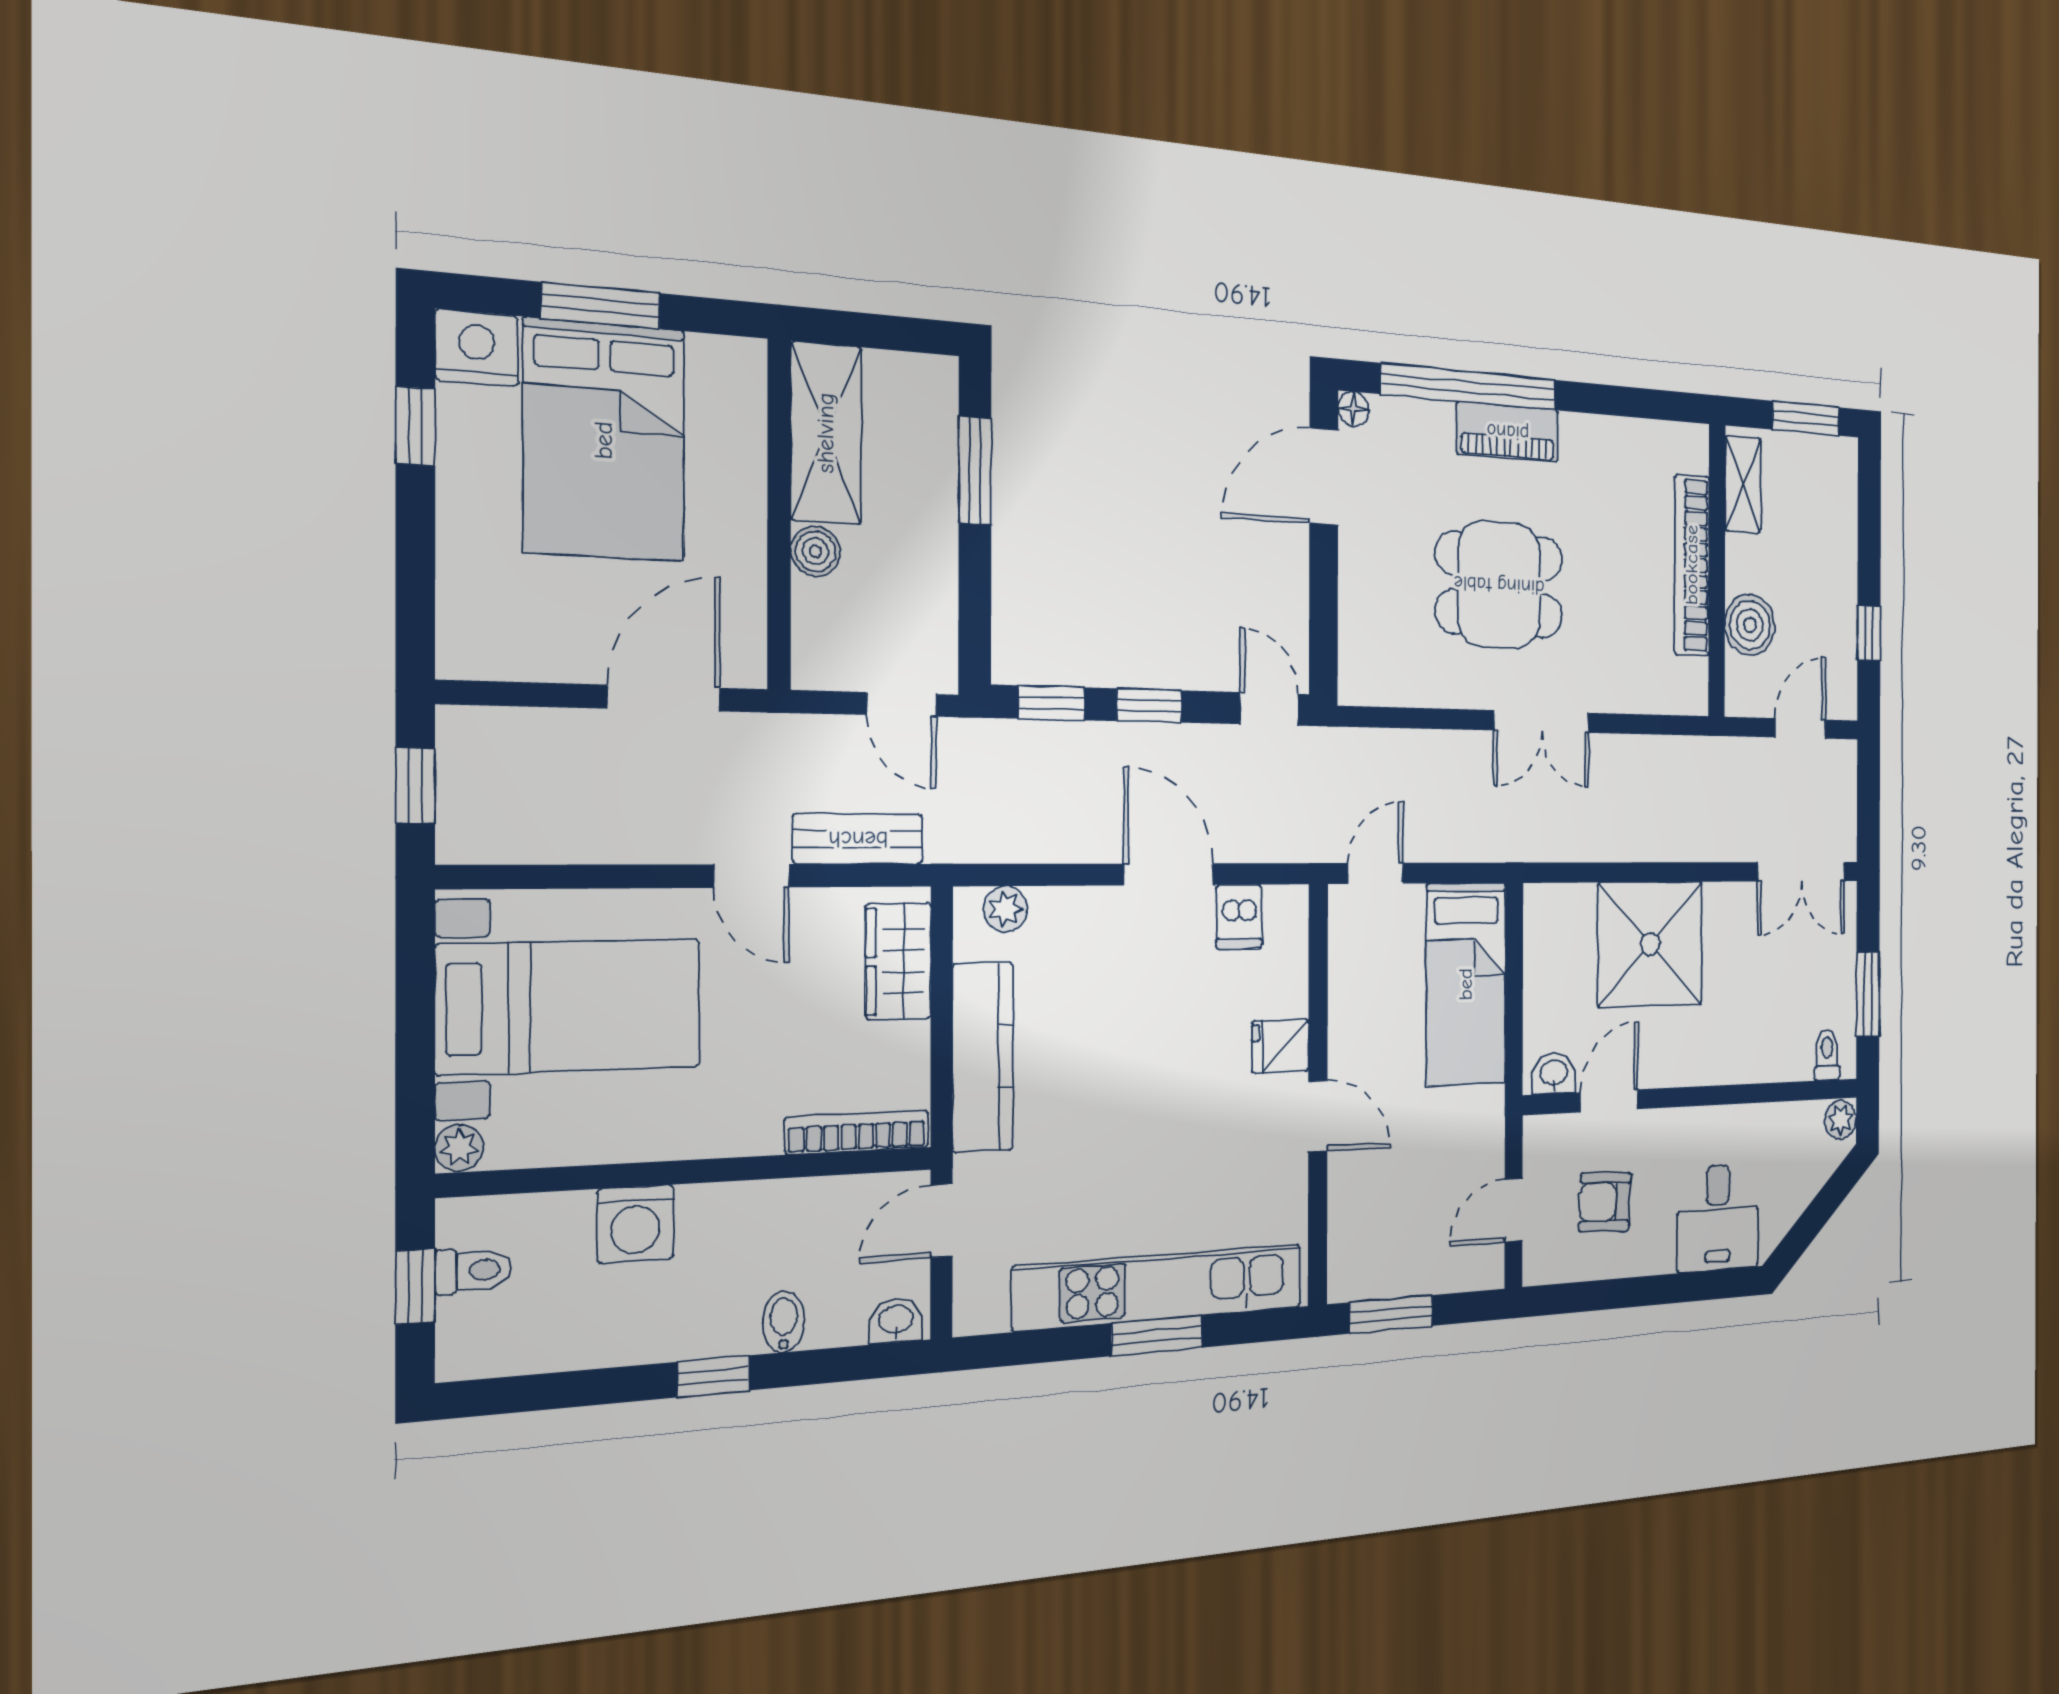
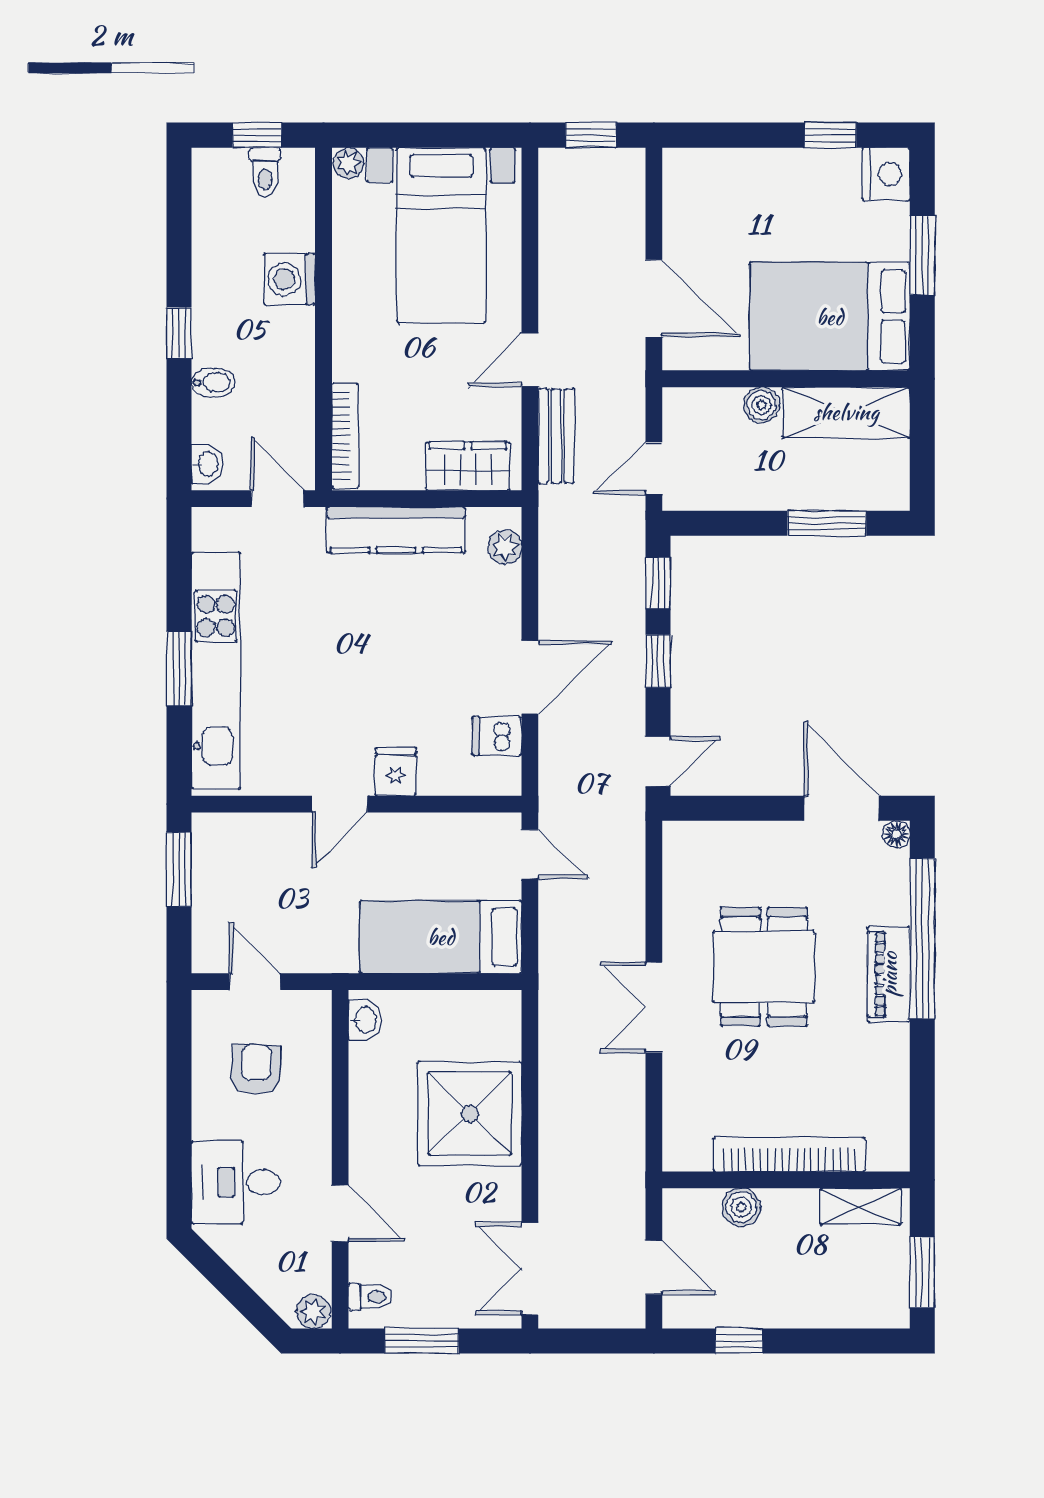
bed: (604, 440) -> (830, 317), moved
boiler: (1750, 625) -> (741, 1207), width x0.73, depth x0.73
door: (1609, 1101) -> (340, 1213), moved

